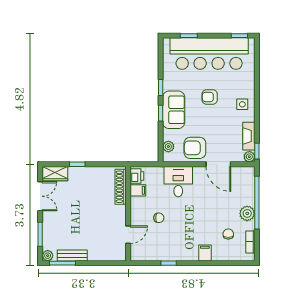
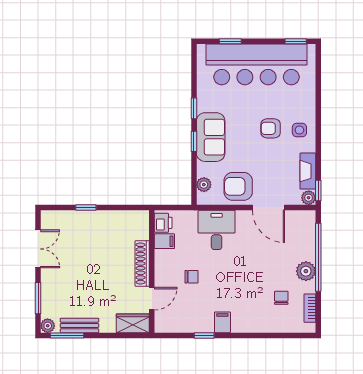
armchair: (210, 97) -> (271, 128), moved
wardrobe: (55, 174) -> (133, 323), moved, turned 180
shoe rack: (121, 187) -> (142, 263), moved
filing cabinet: (205, 253) -> (222, 322), moved

